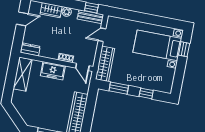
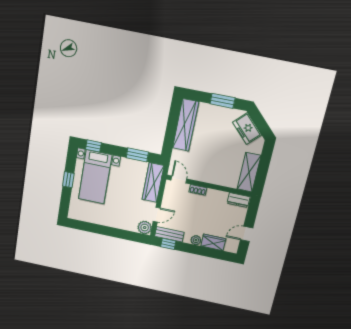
plant: (113, 23) -> (145, 228), added
bed with nightstands: (157, 45) -> (95, 177), moved, turned 90
window: (184, 49) -> (68, 180), moved
freezer: (53, 71) -> (247, 129), moved, turned -135
window: (146, 93) -> (93, 146), moved

